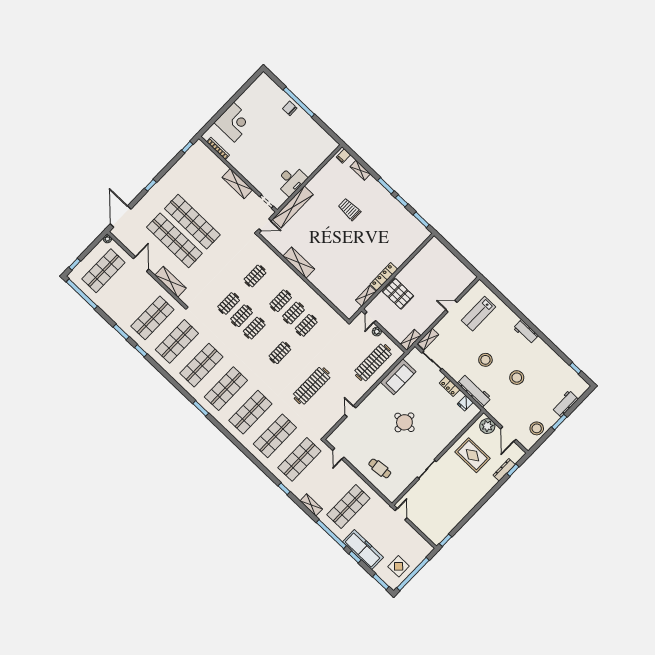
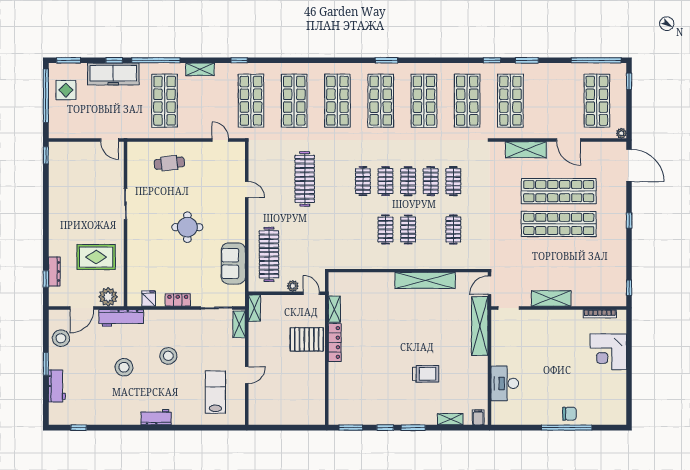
desk: (291, 180) -> (505, 383), moved
shelving: (299, 263) -> (425, 280), width x1.47
clothes rail: (306, 325) -> (385, 181), moved
workbench: (474, 391) -> (121, 318), moved
door: (508, 434) -> (82, 308), swing flipped

